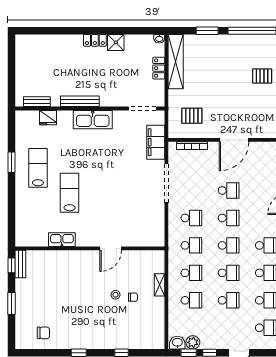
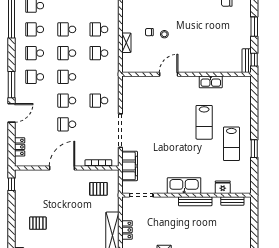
school desk: (191, 245) -> (99, 77), removed

